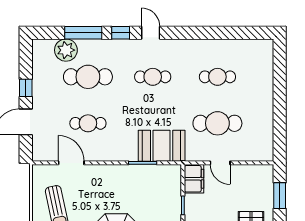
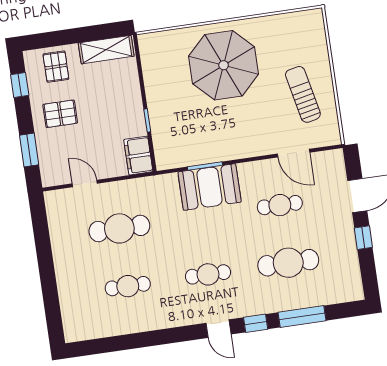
plant: (66, 50) -> (320, 292), removed
booth: (162, 146) -> (210, 187), moved
door: (220, 163) -> (85, 184), moved

